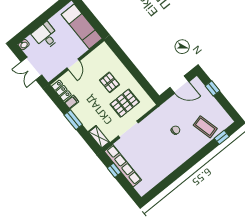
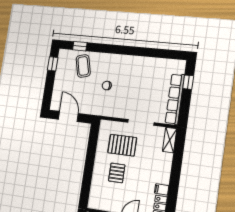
window: (213, 88) -> (53, 64), moved
window: (73, 120) -> (175, 174), removed
window: (114, 170) -> (188, 82), moved

